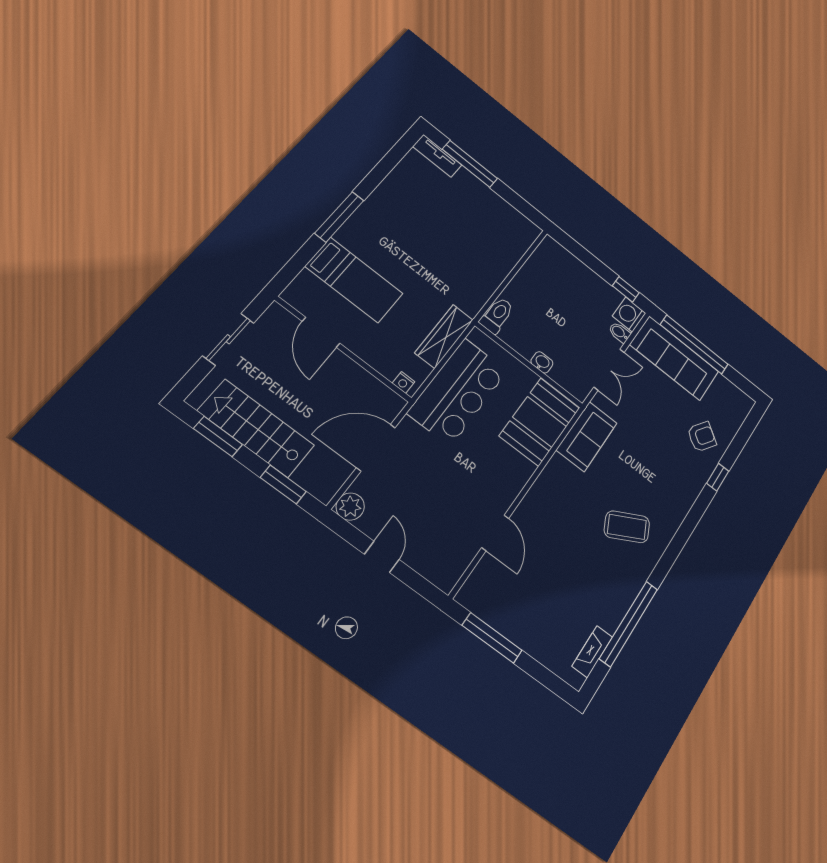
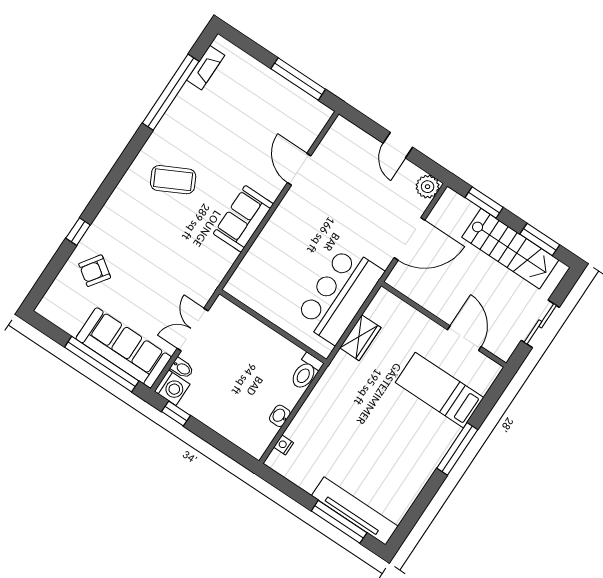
tv unit: (437, 156) -> (355, 511), width x1.92, depth x1.29
wardrobe: (444, 336) -> (360, 338), width x0.67
washbasin: (542, 362) -> (280, 416), moved, turned 90
nightstand: (403, 382) -> (284, 445), moved, turned -90
booth: (540, 422) -> (261, 273), removed
sofa: (587, 436) -> (243, 219), moved

